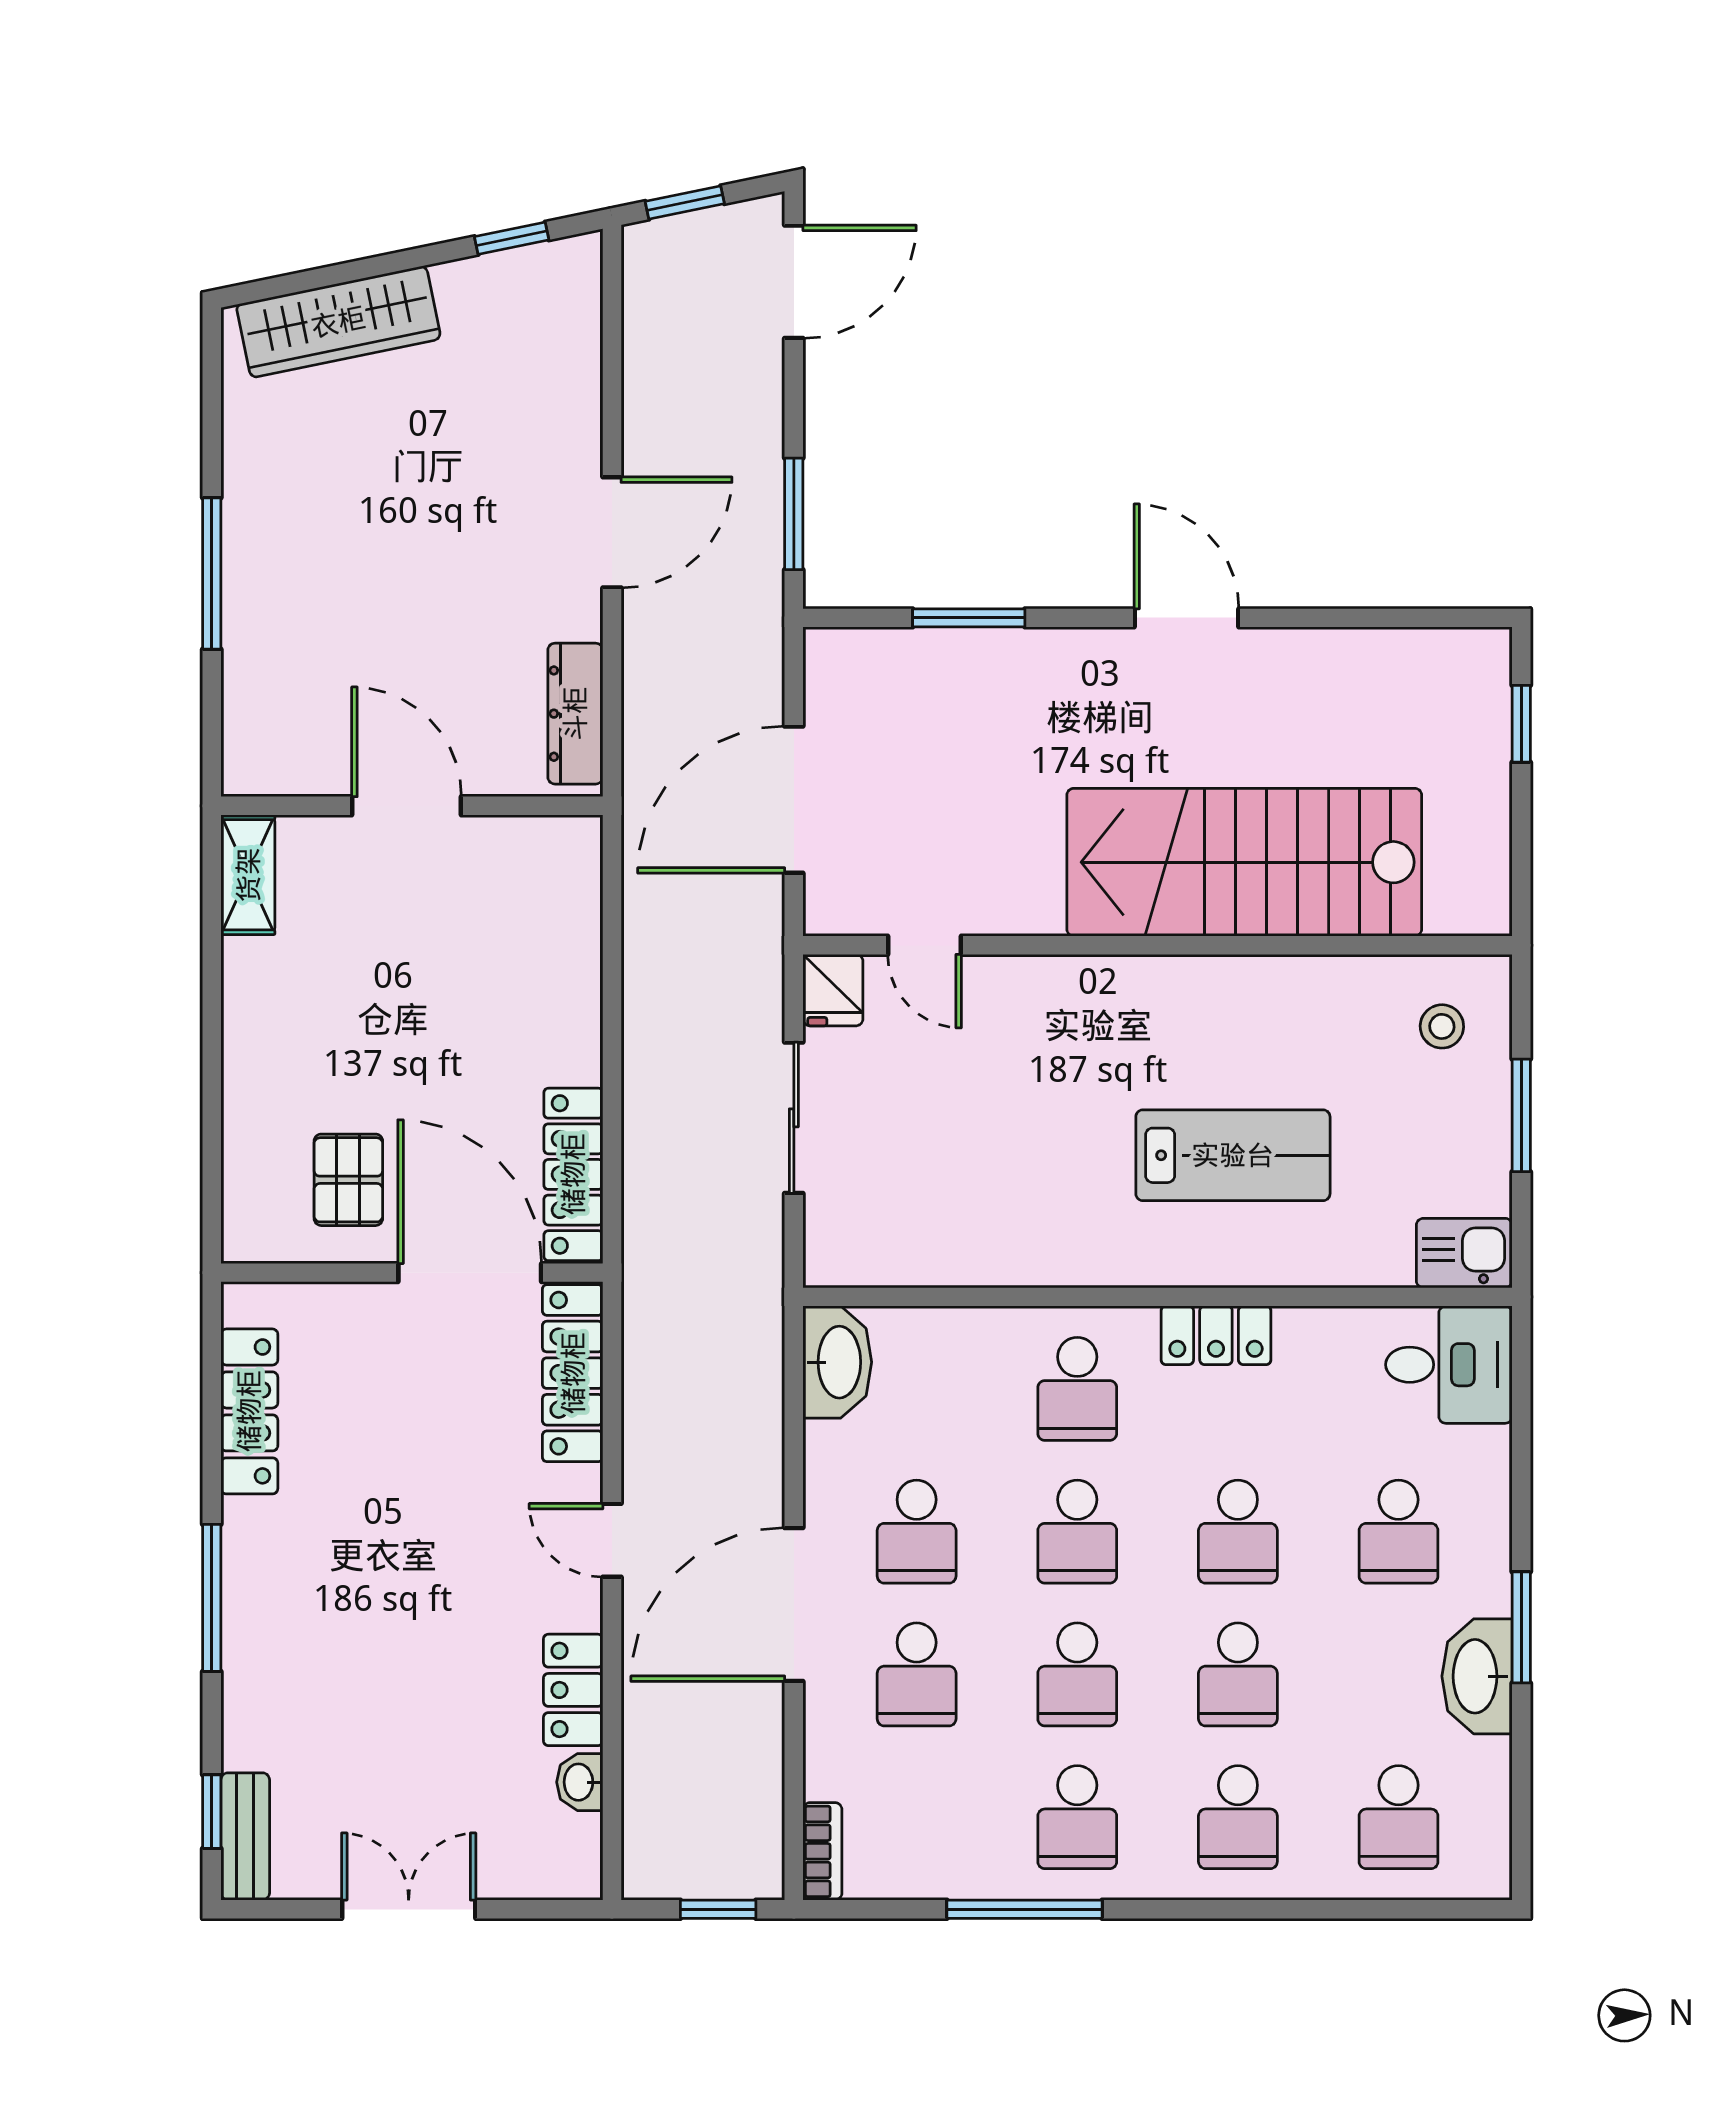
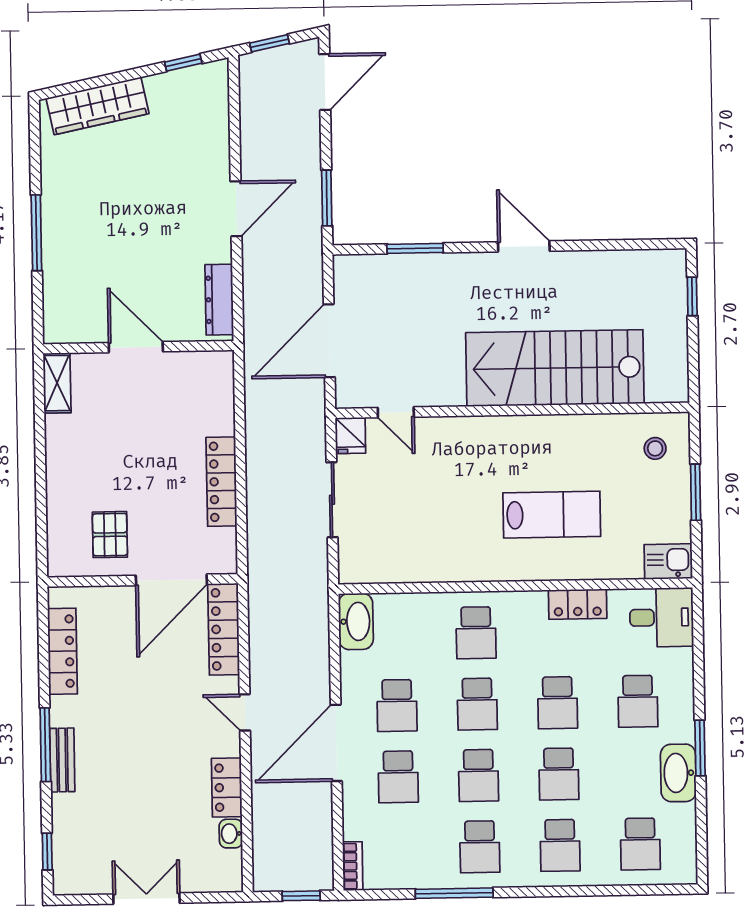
locker: (573, 1174) -> (221, 482), moved
door: (470, 1273) -> (171, 580), swing flipped
locker: (1216, 1335) -> (578, 604), moved
bench: (245, 1836) -> (62, 760), moved

